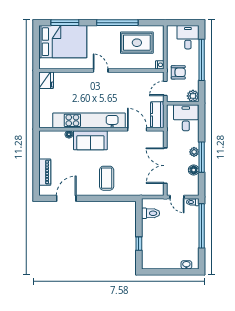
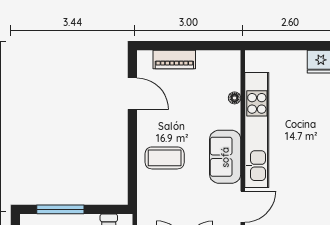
sofa: (90, 140) -> (225, 157), moved
window: (139, 244) -> (60, 209), width x2.17

